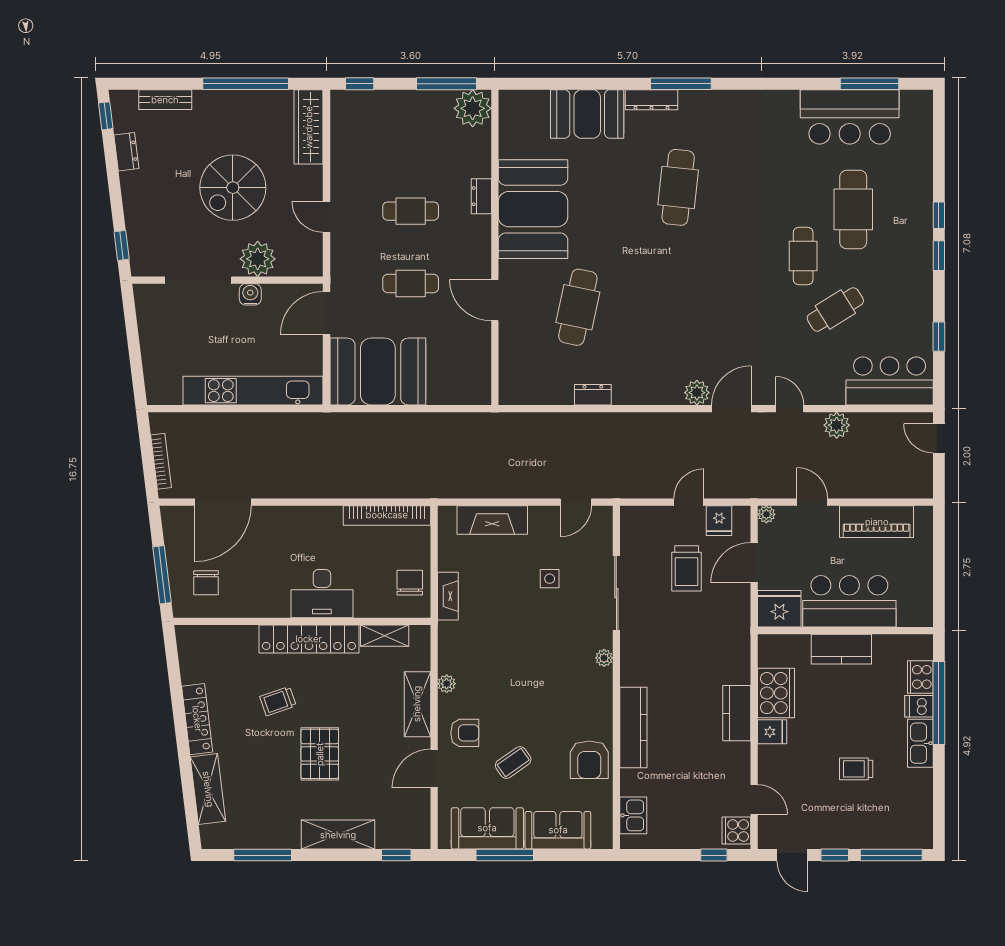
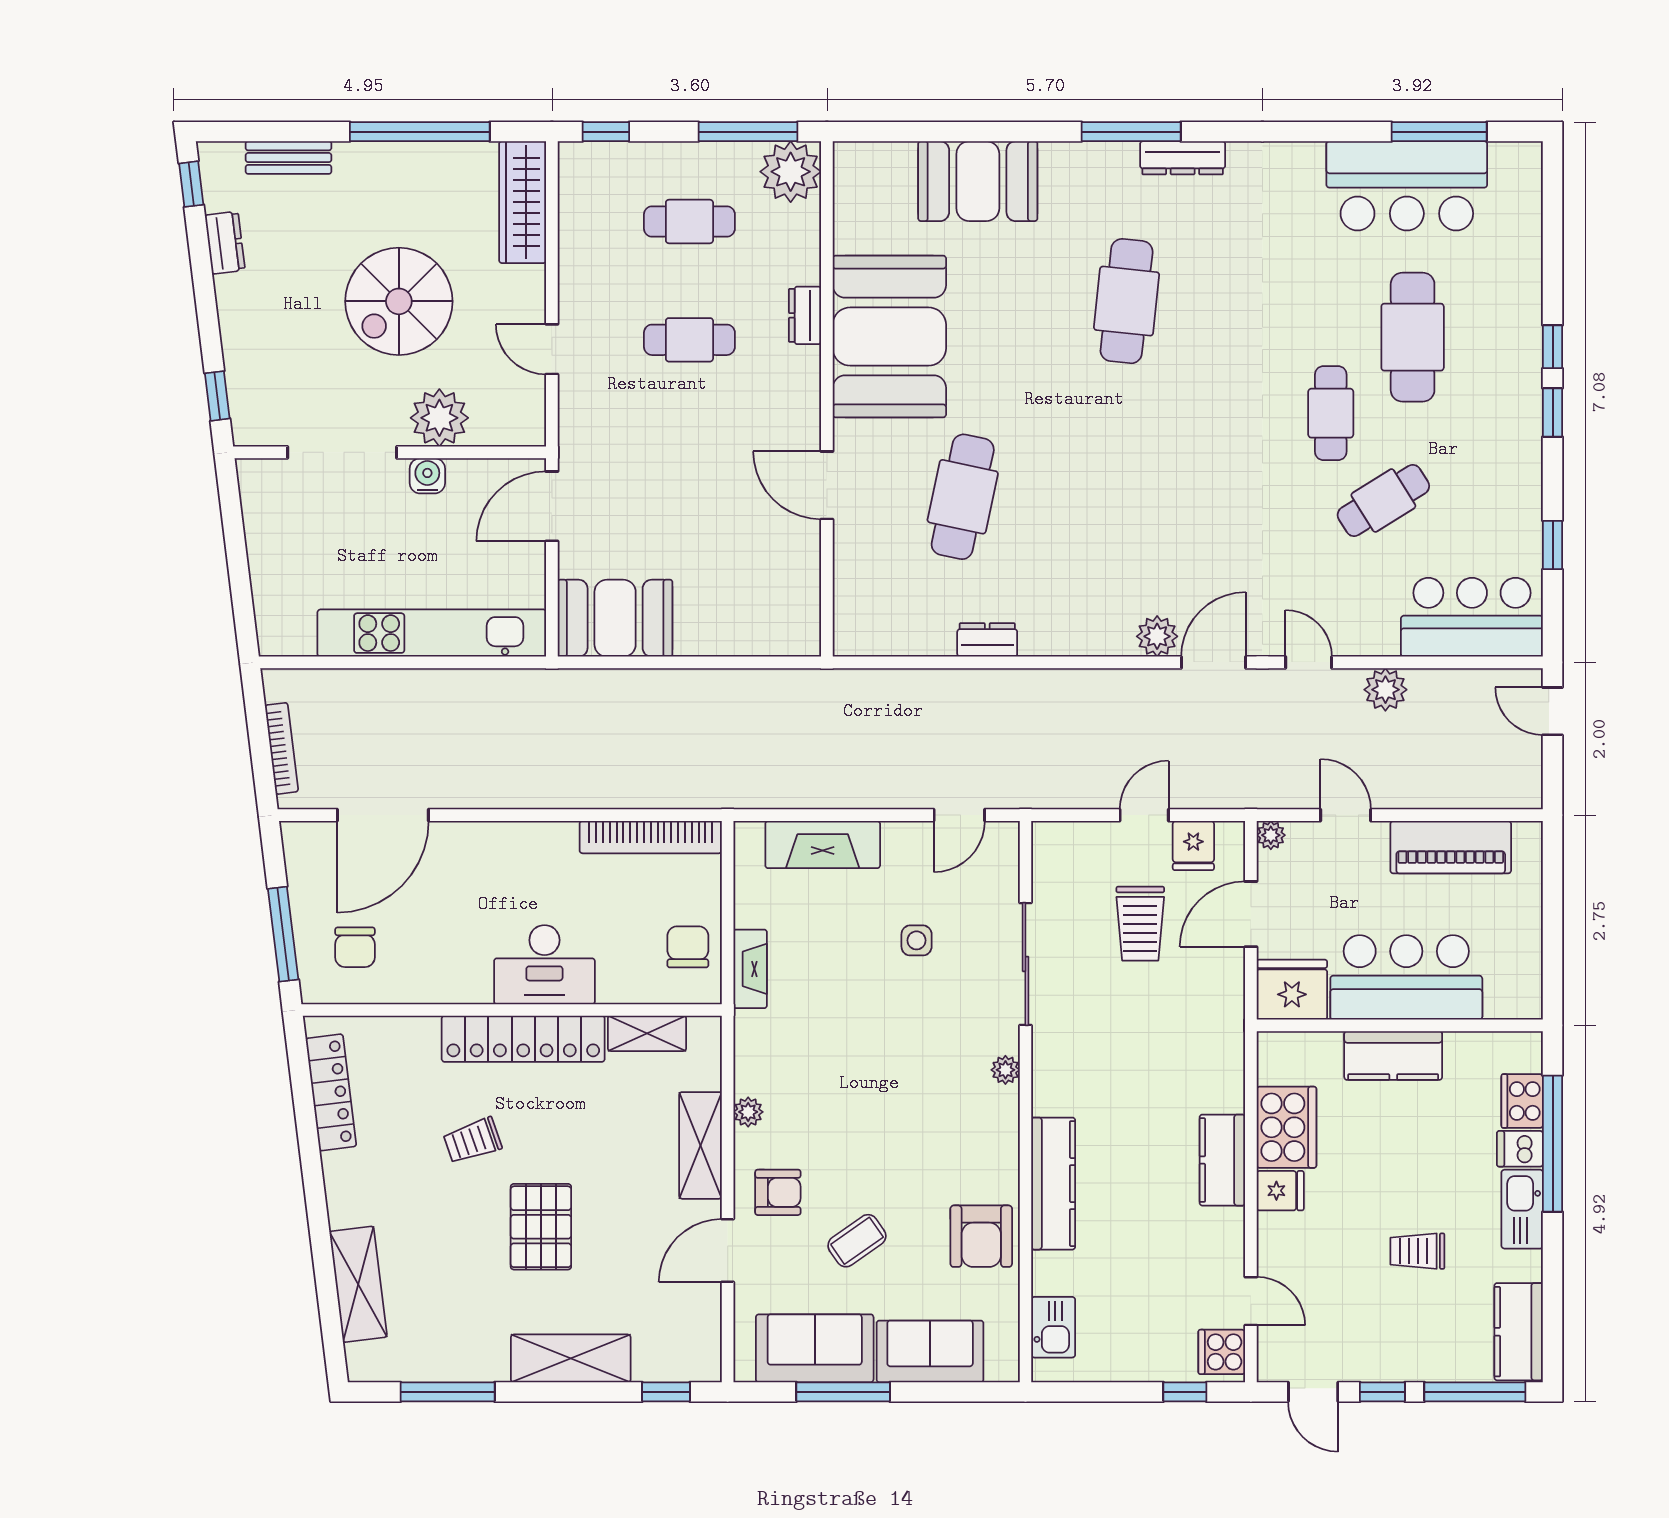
dresser: (652, 100) -> (1183, 158), moved
cafe table: (411, 284) -> (689, 221), moved
booth: (378, 372) -> (615, 618), width x0.73, depth x0.70
locker: (197, 719) -> (331, 1092), moved
kitchen counter: (918, 818) -> (1519, 1332), added

